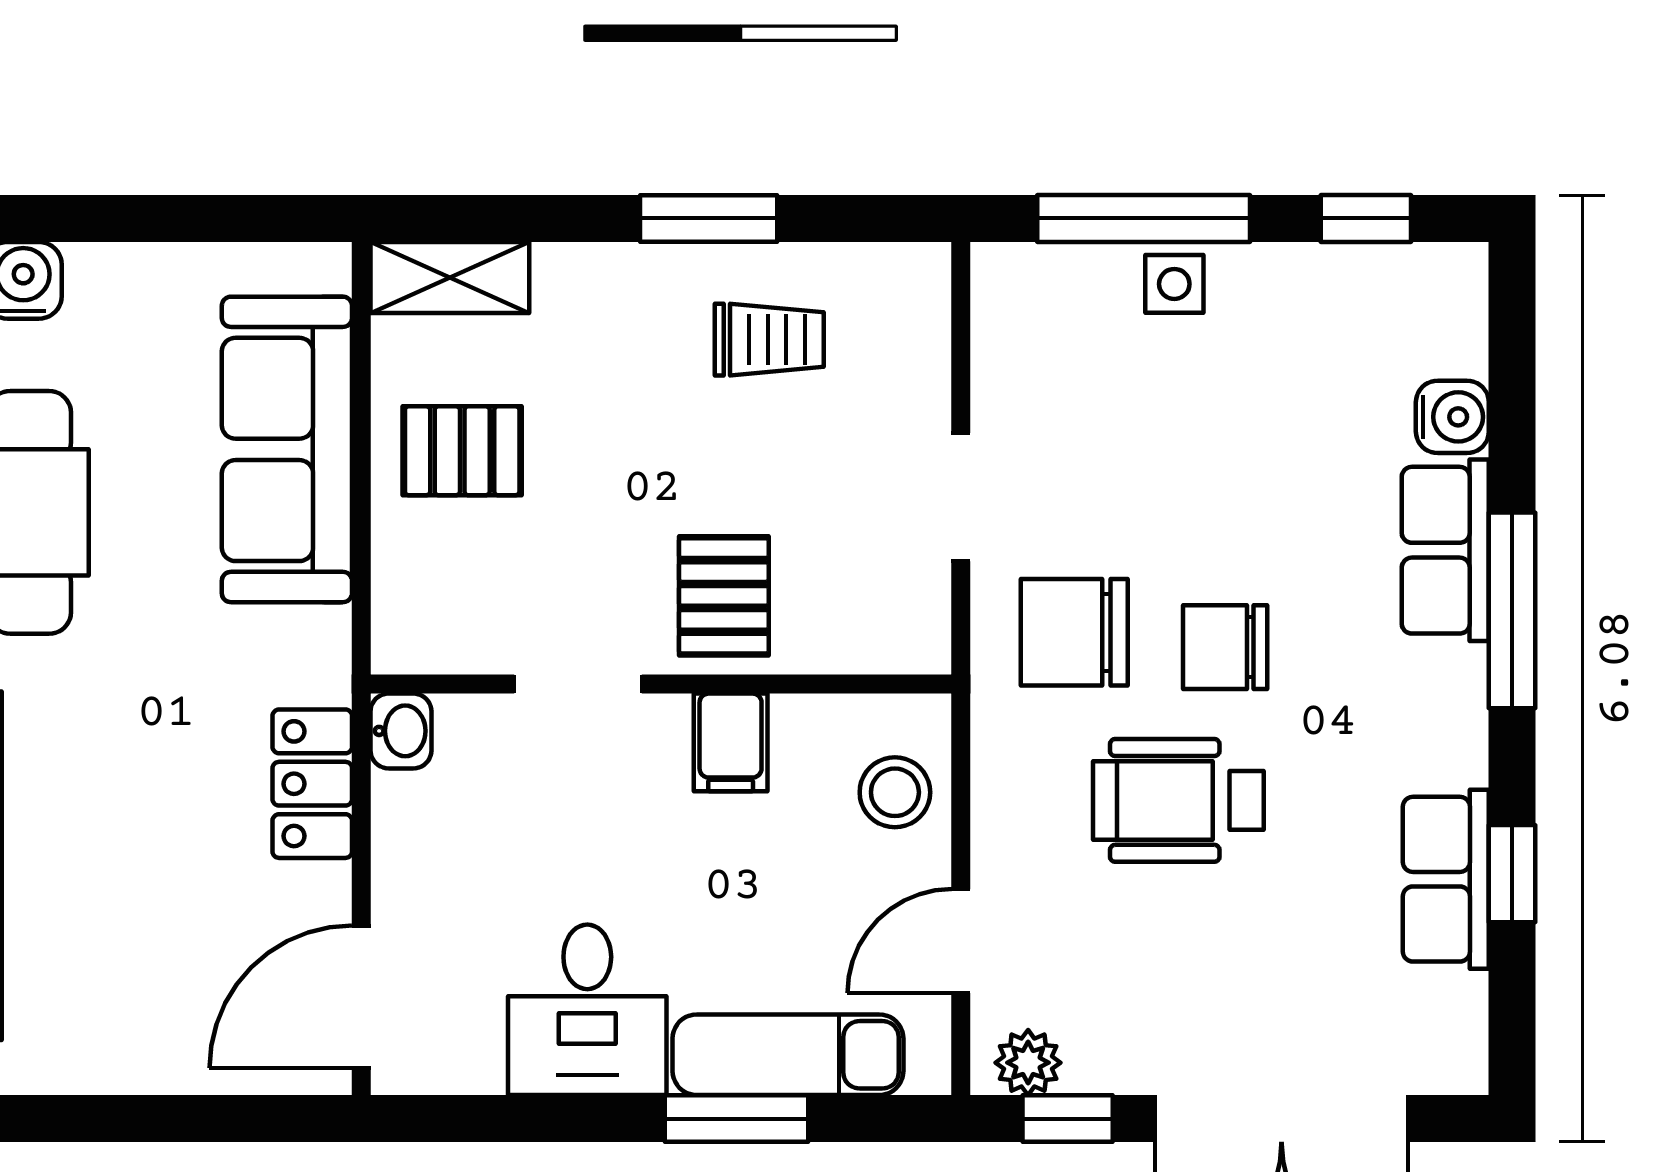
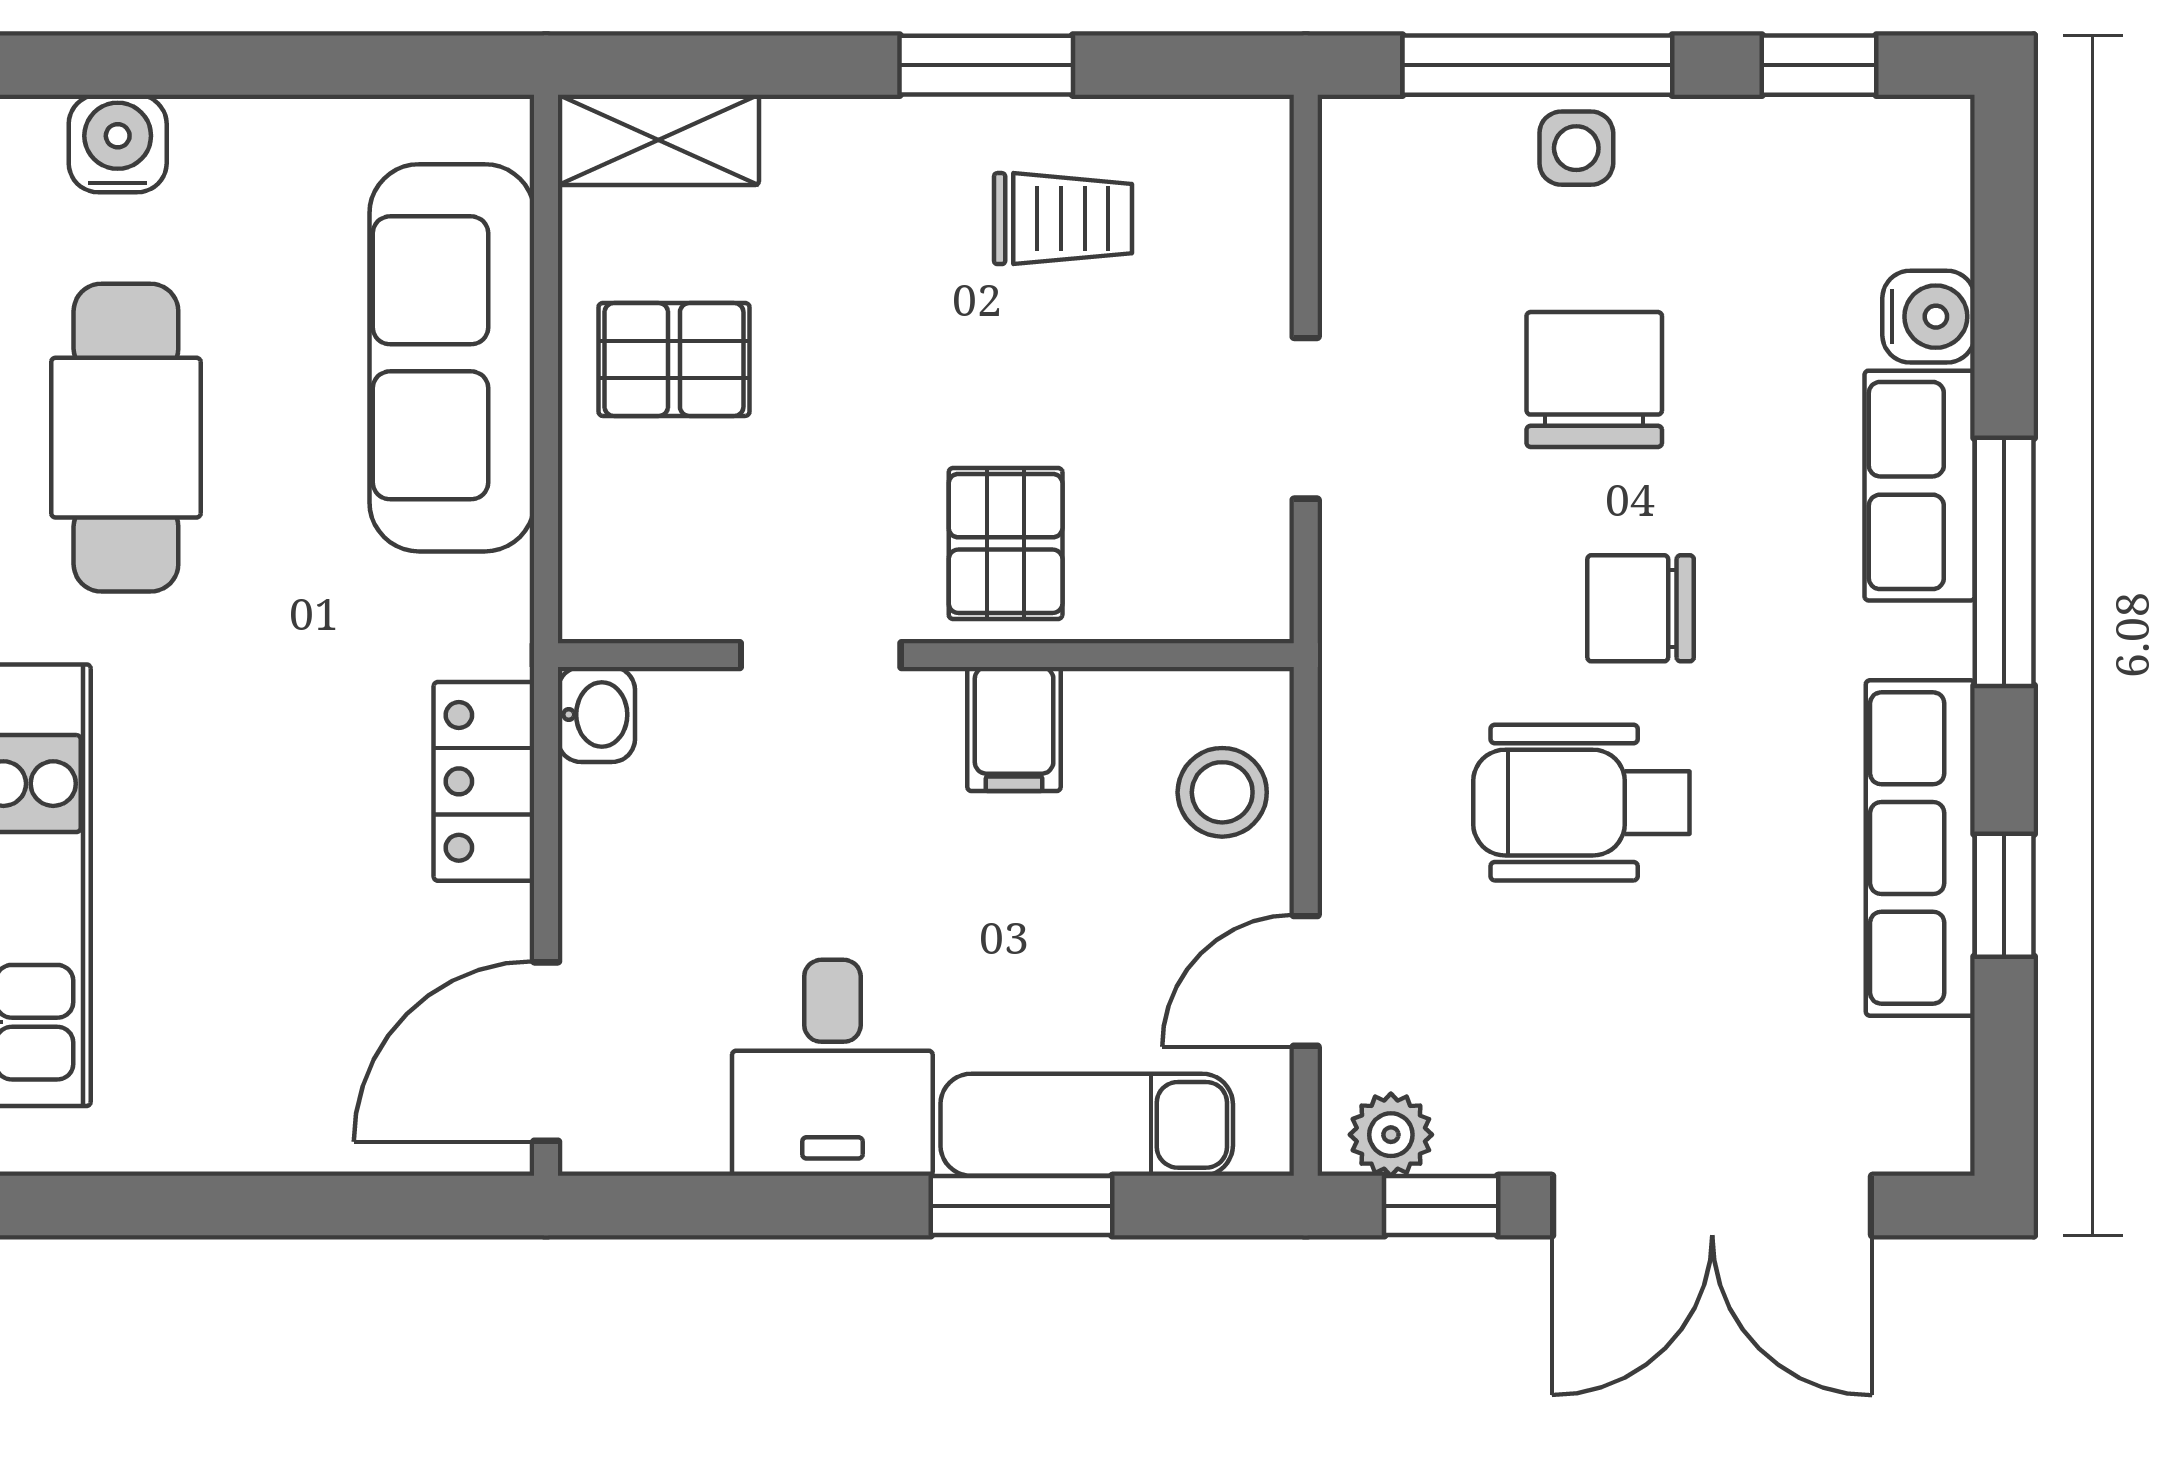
chair: (1074, 632) -> (1594, 380), moved, turned 90
row of seats: (1446, 879) -> (1920, 848), width x1.48

